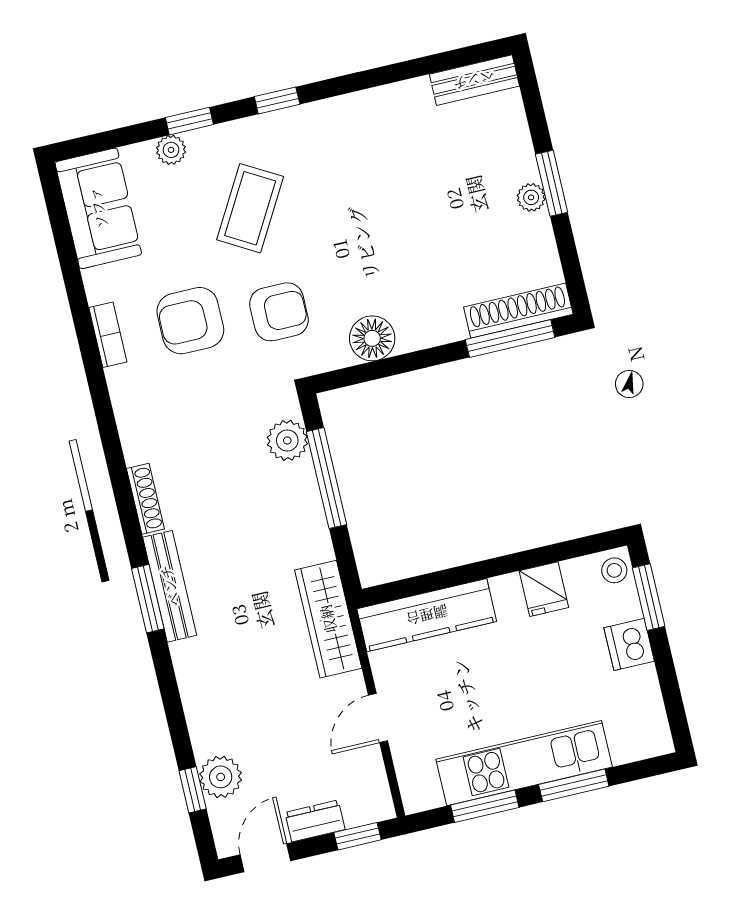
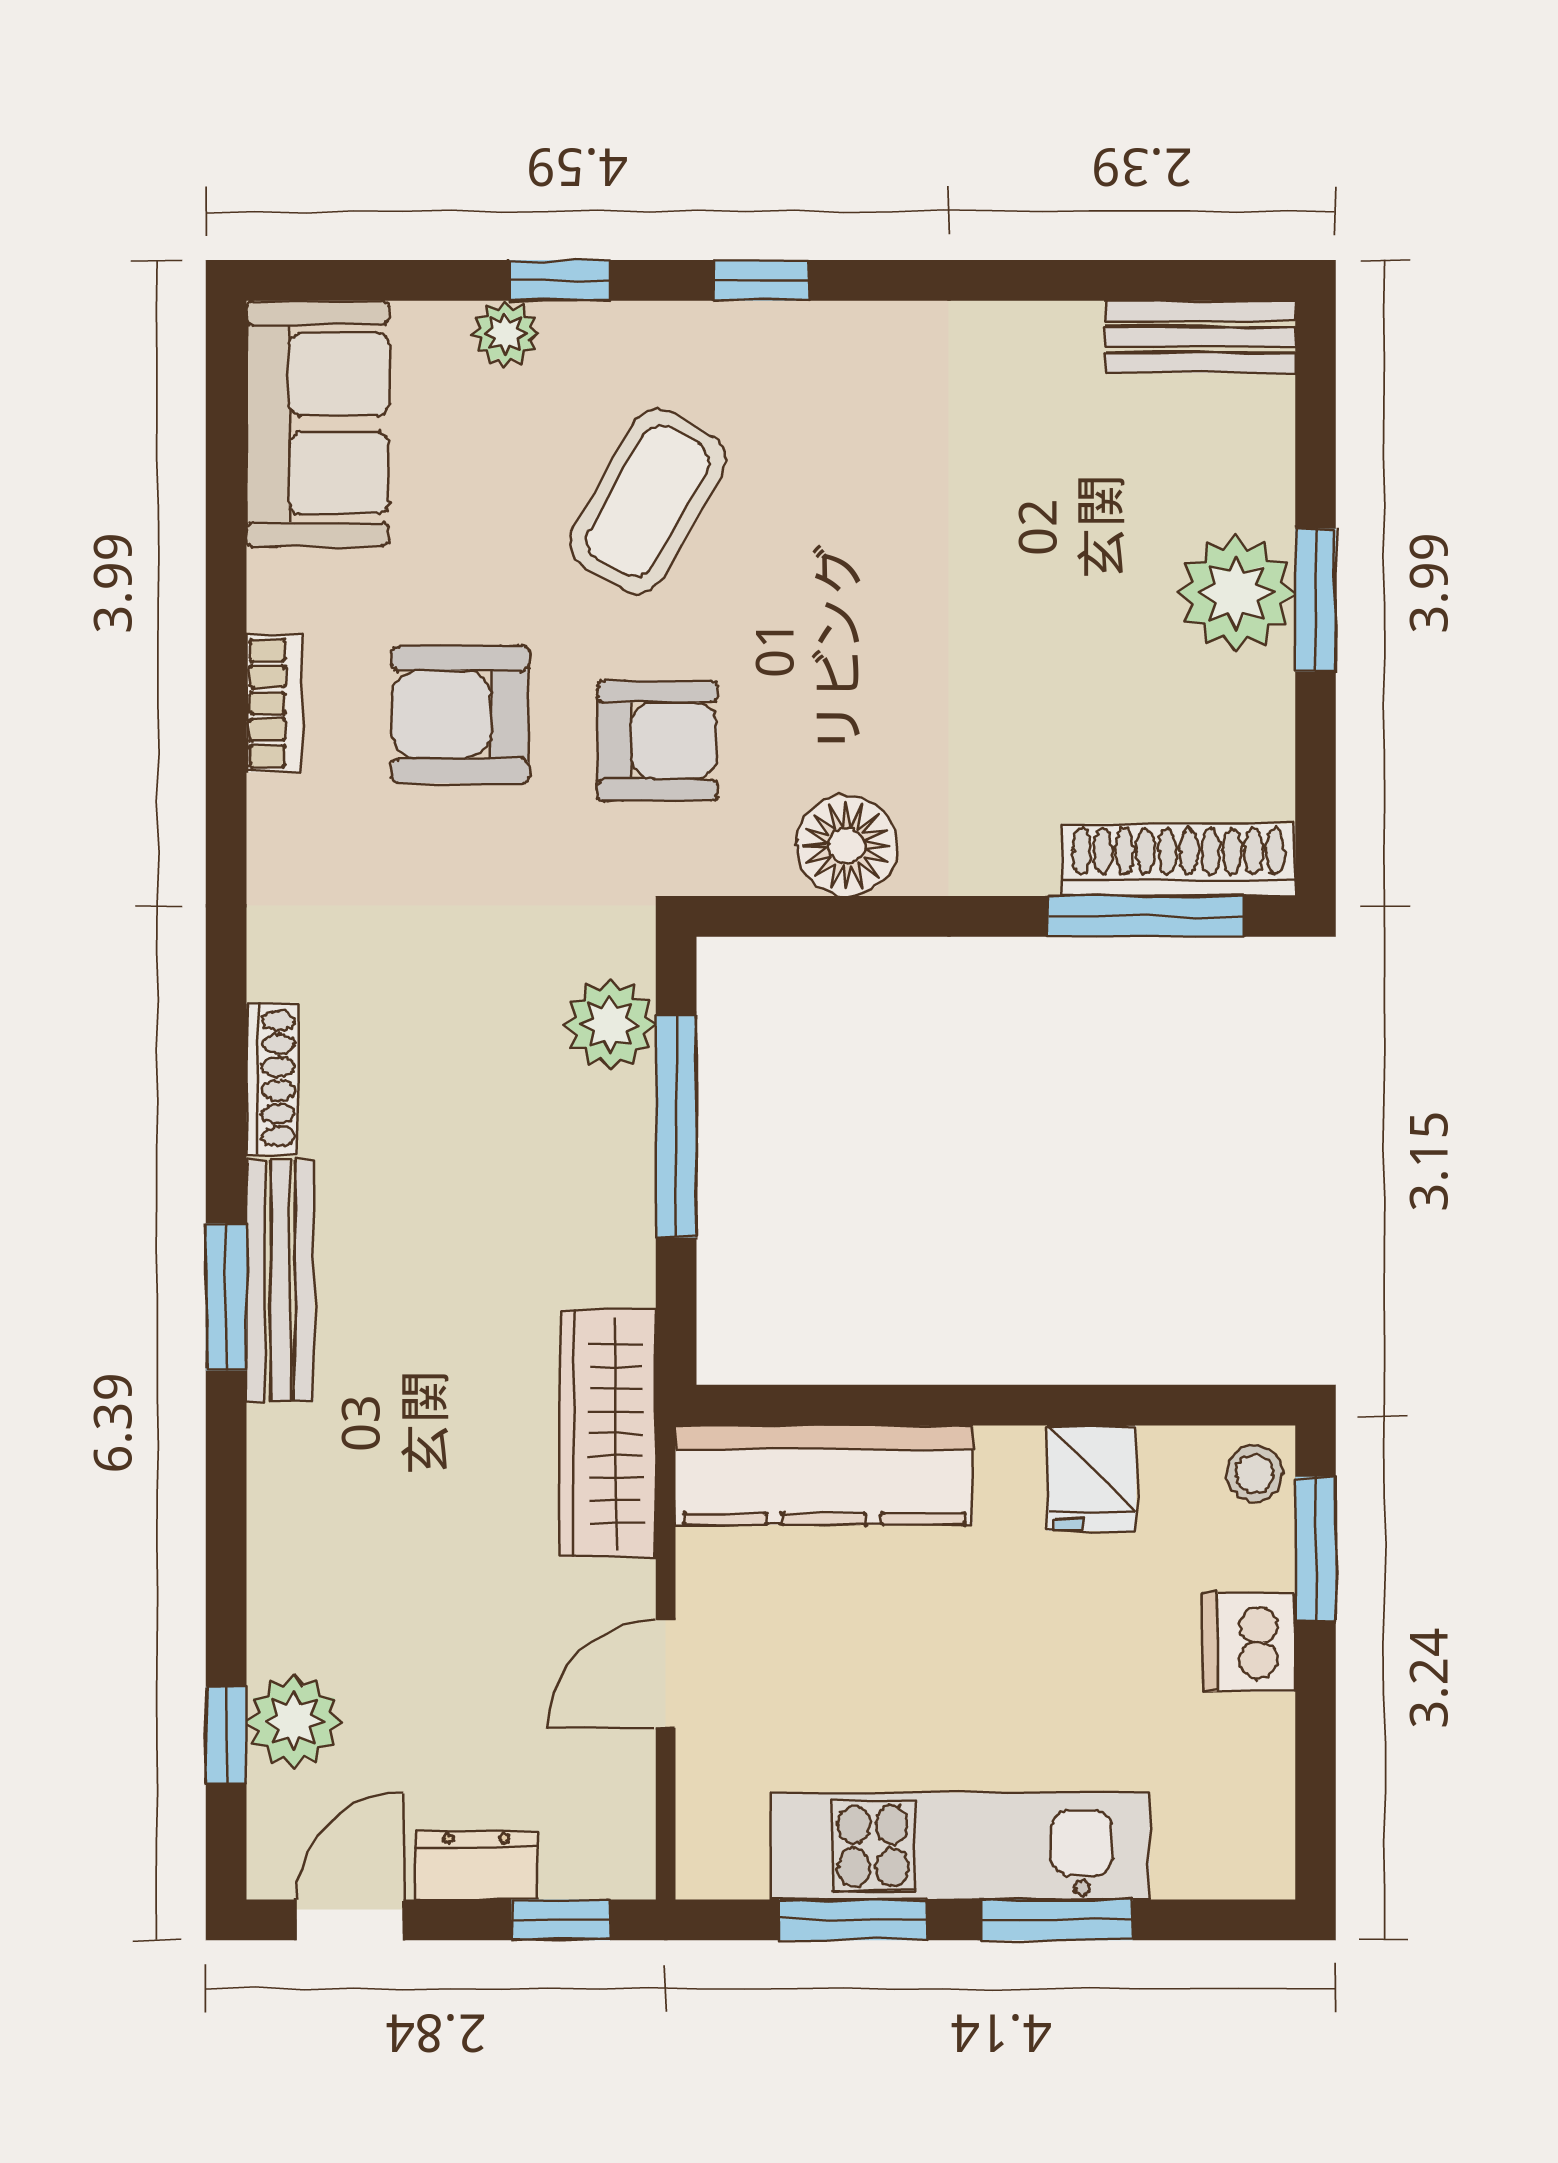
plant: (531, 197) -> (1236, 593), width x1.88, depth x1.88

